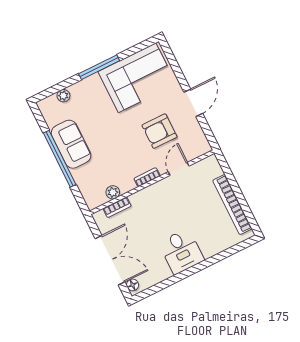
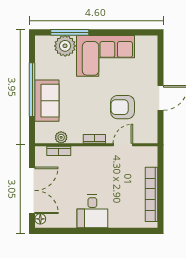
window: (99, 67) -> (70, 32), moved
corner sofa: (137, 78) -> (106, 56), moved
plant: (63, 96) -> (65, 46), width x1.87, depth x1.87
sofa: (71, 144) -> (47, 101), moved

